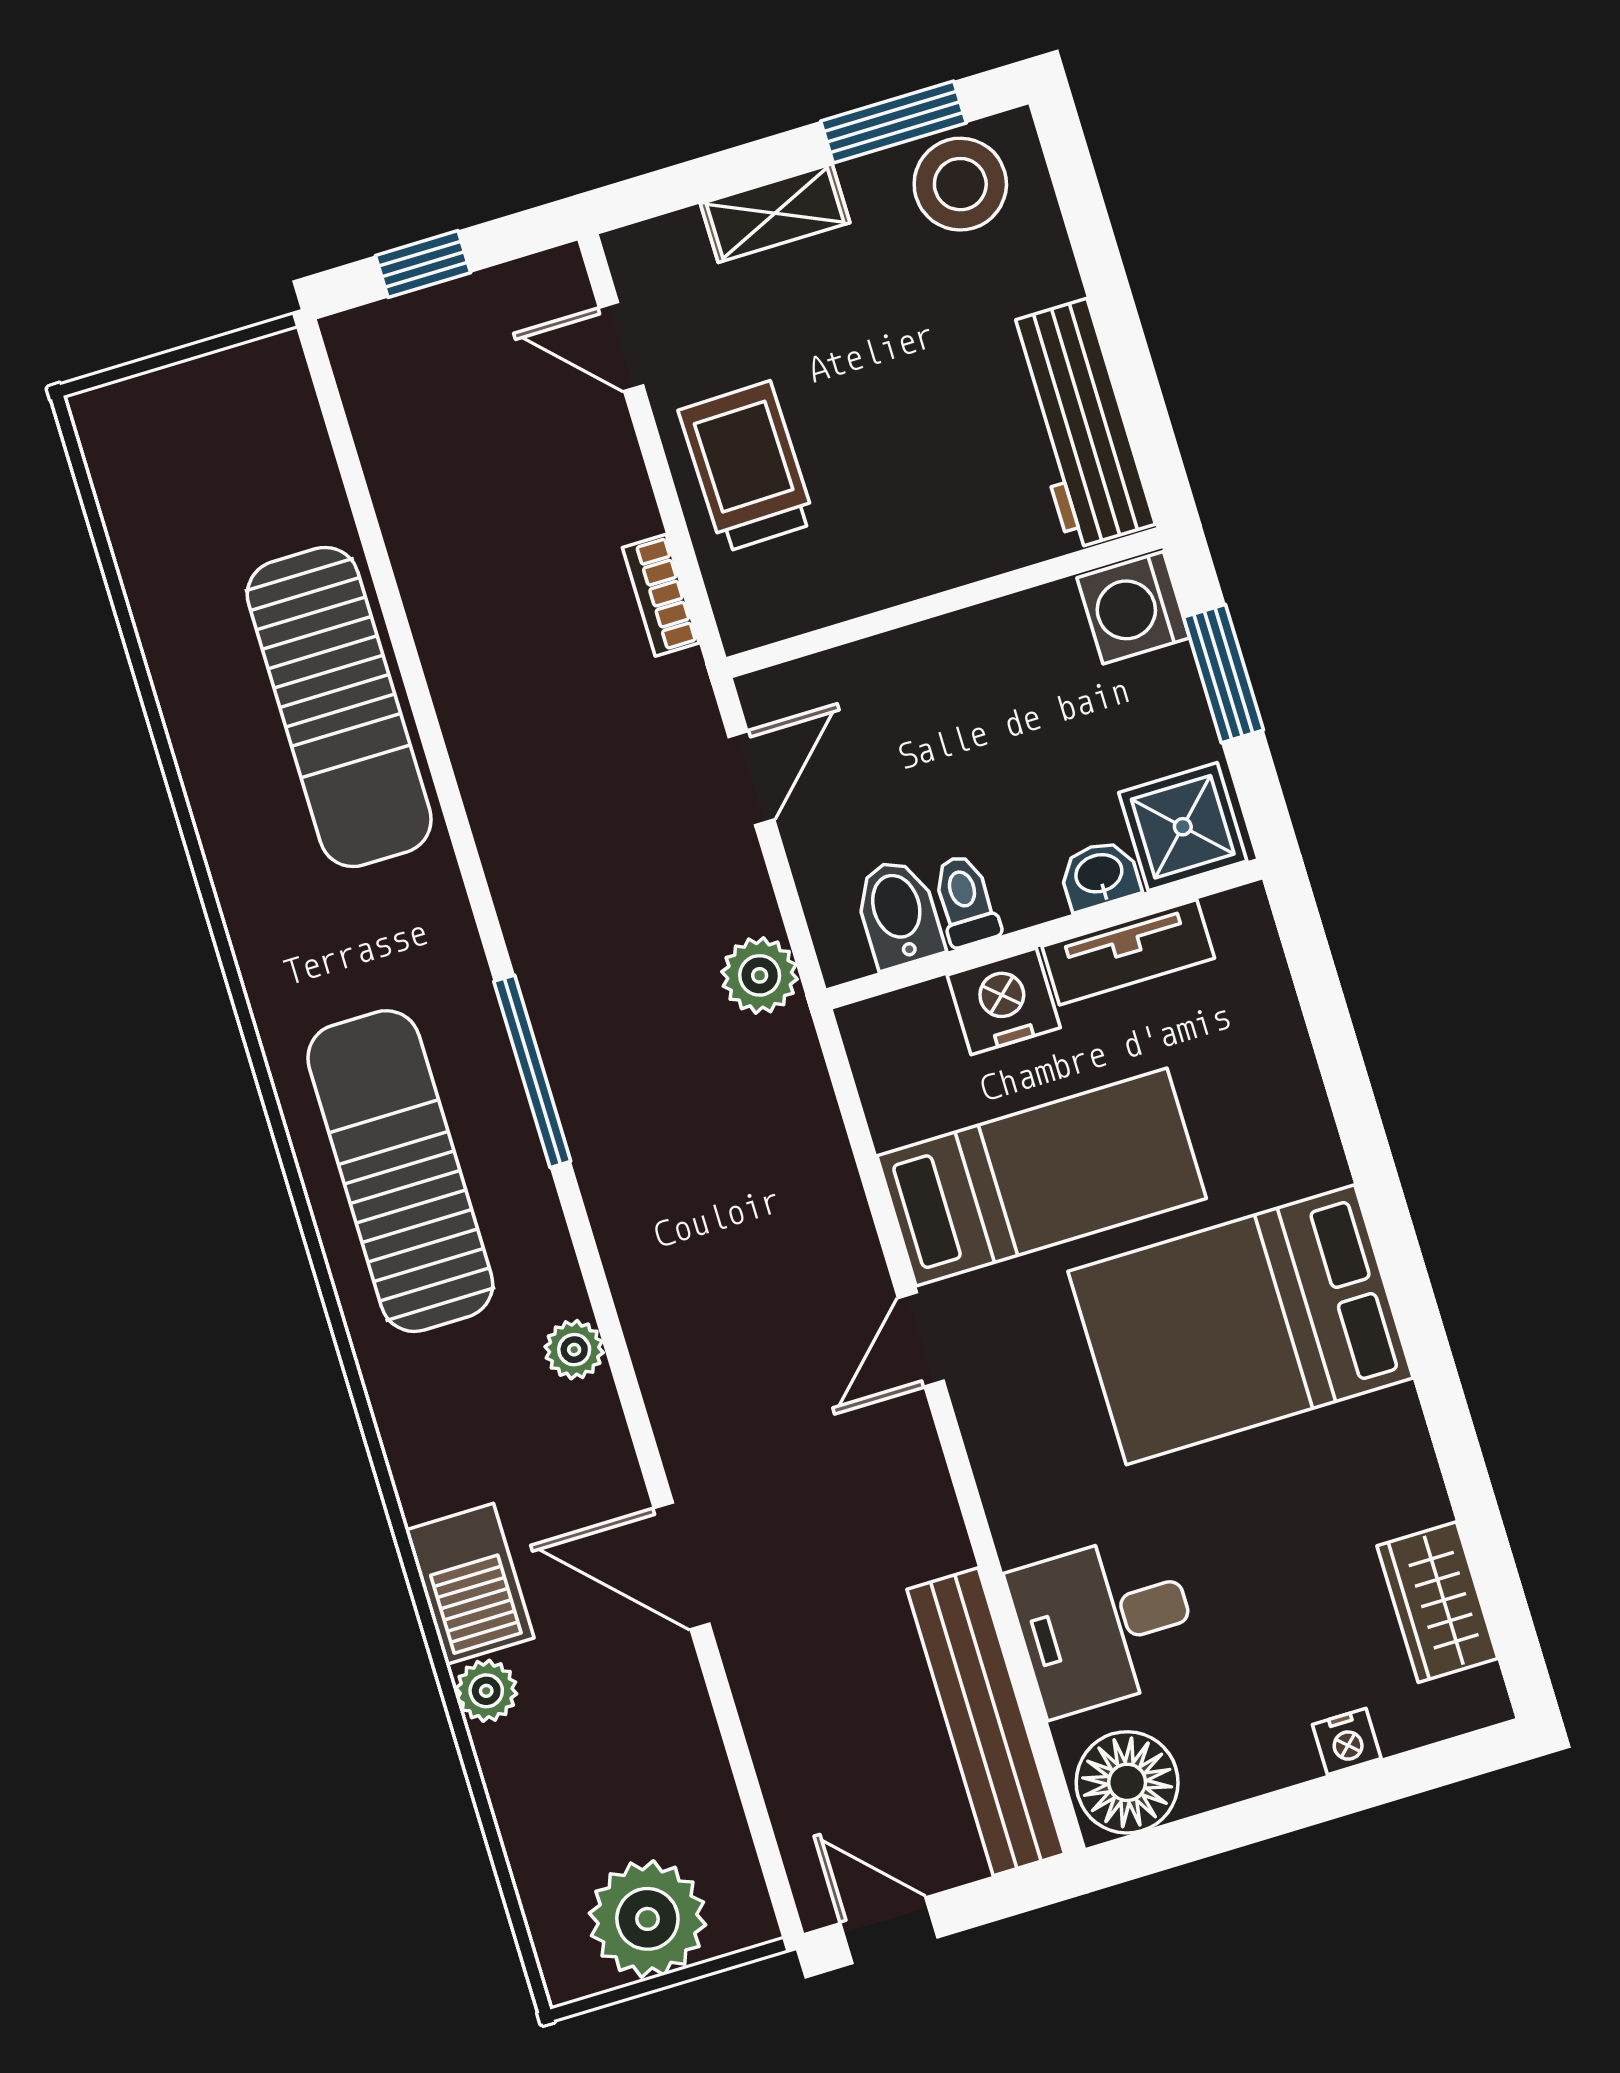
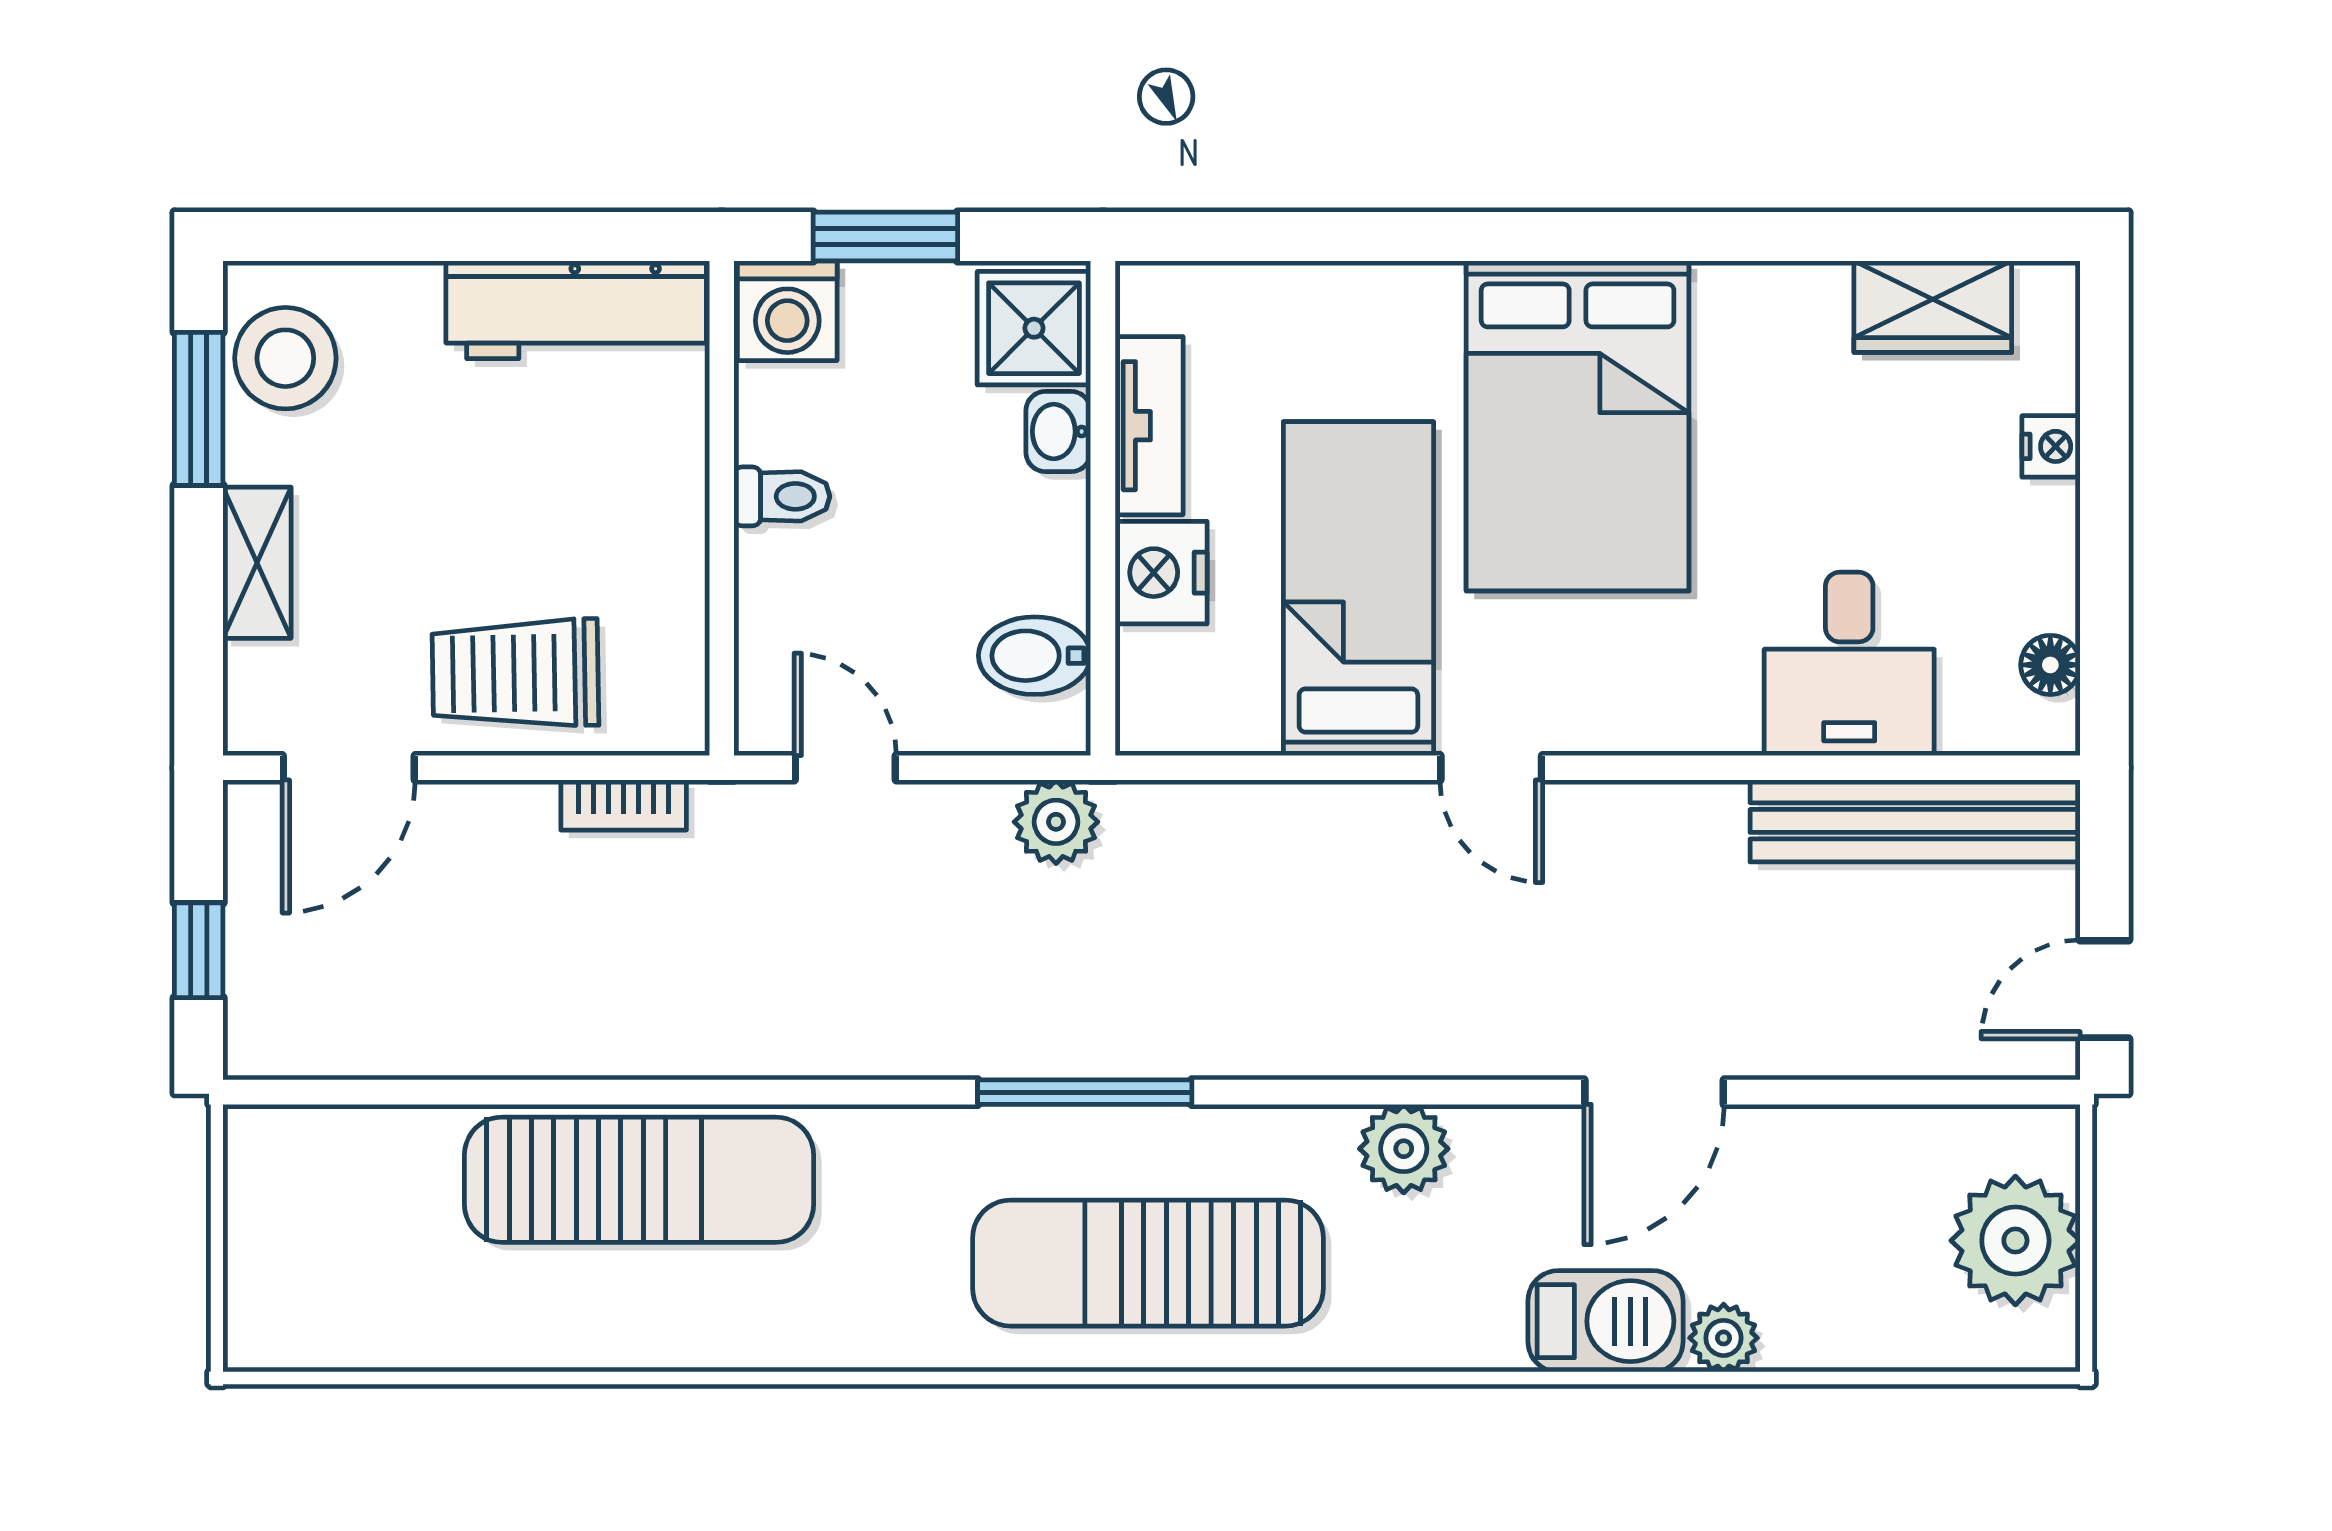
door: (621, 347) -> (349, 768), width x1.37
toilet: (965, 901) -> (782, 496), moved, turned 180
plant: (574, 1350) -> (1404, 1149), width x1.38, depth x1.38
floor lamp: (1127, 1782) -> (2050, 665), width x0.53, depth x0.53

